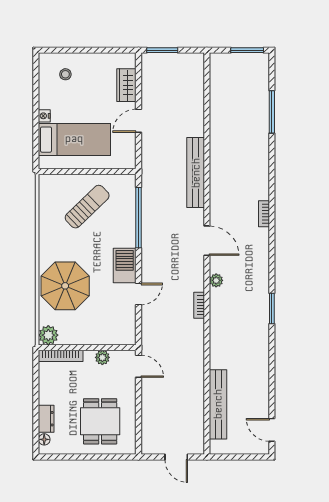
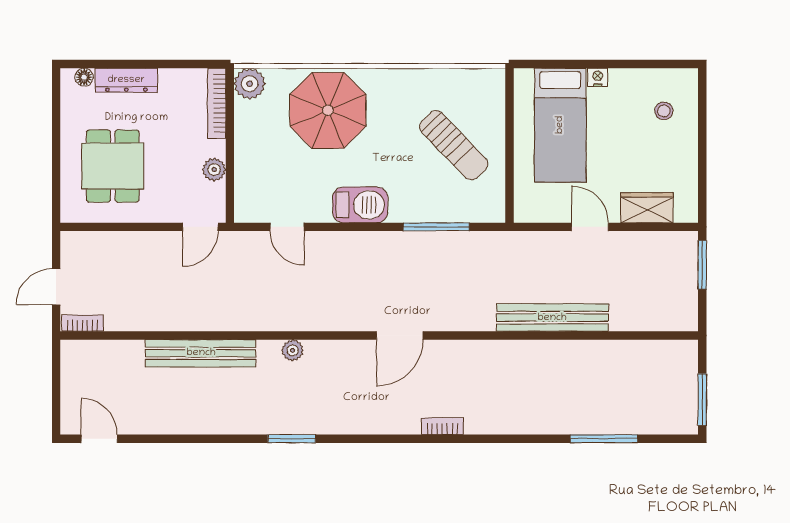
bench: (196, 173) -> (552, 318), moved
window: (138, 218) -> (436, 227), width x0.68
plant: (216, 280) -> (293, 350), moved
door: (138, 294) -> (287, 227), moved
bookcase: (199, 305) -> (82, 323), moved
bench: (218, 404) -> (201, 353), moved
dresser: (46, 419) -> (126, 80), width x1.44
dining table: (100, 421) -> (113, 166), turned 90
door: (272, 430) -> (99, 439), hinge flipped

